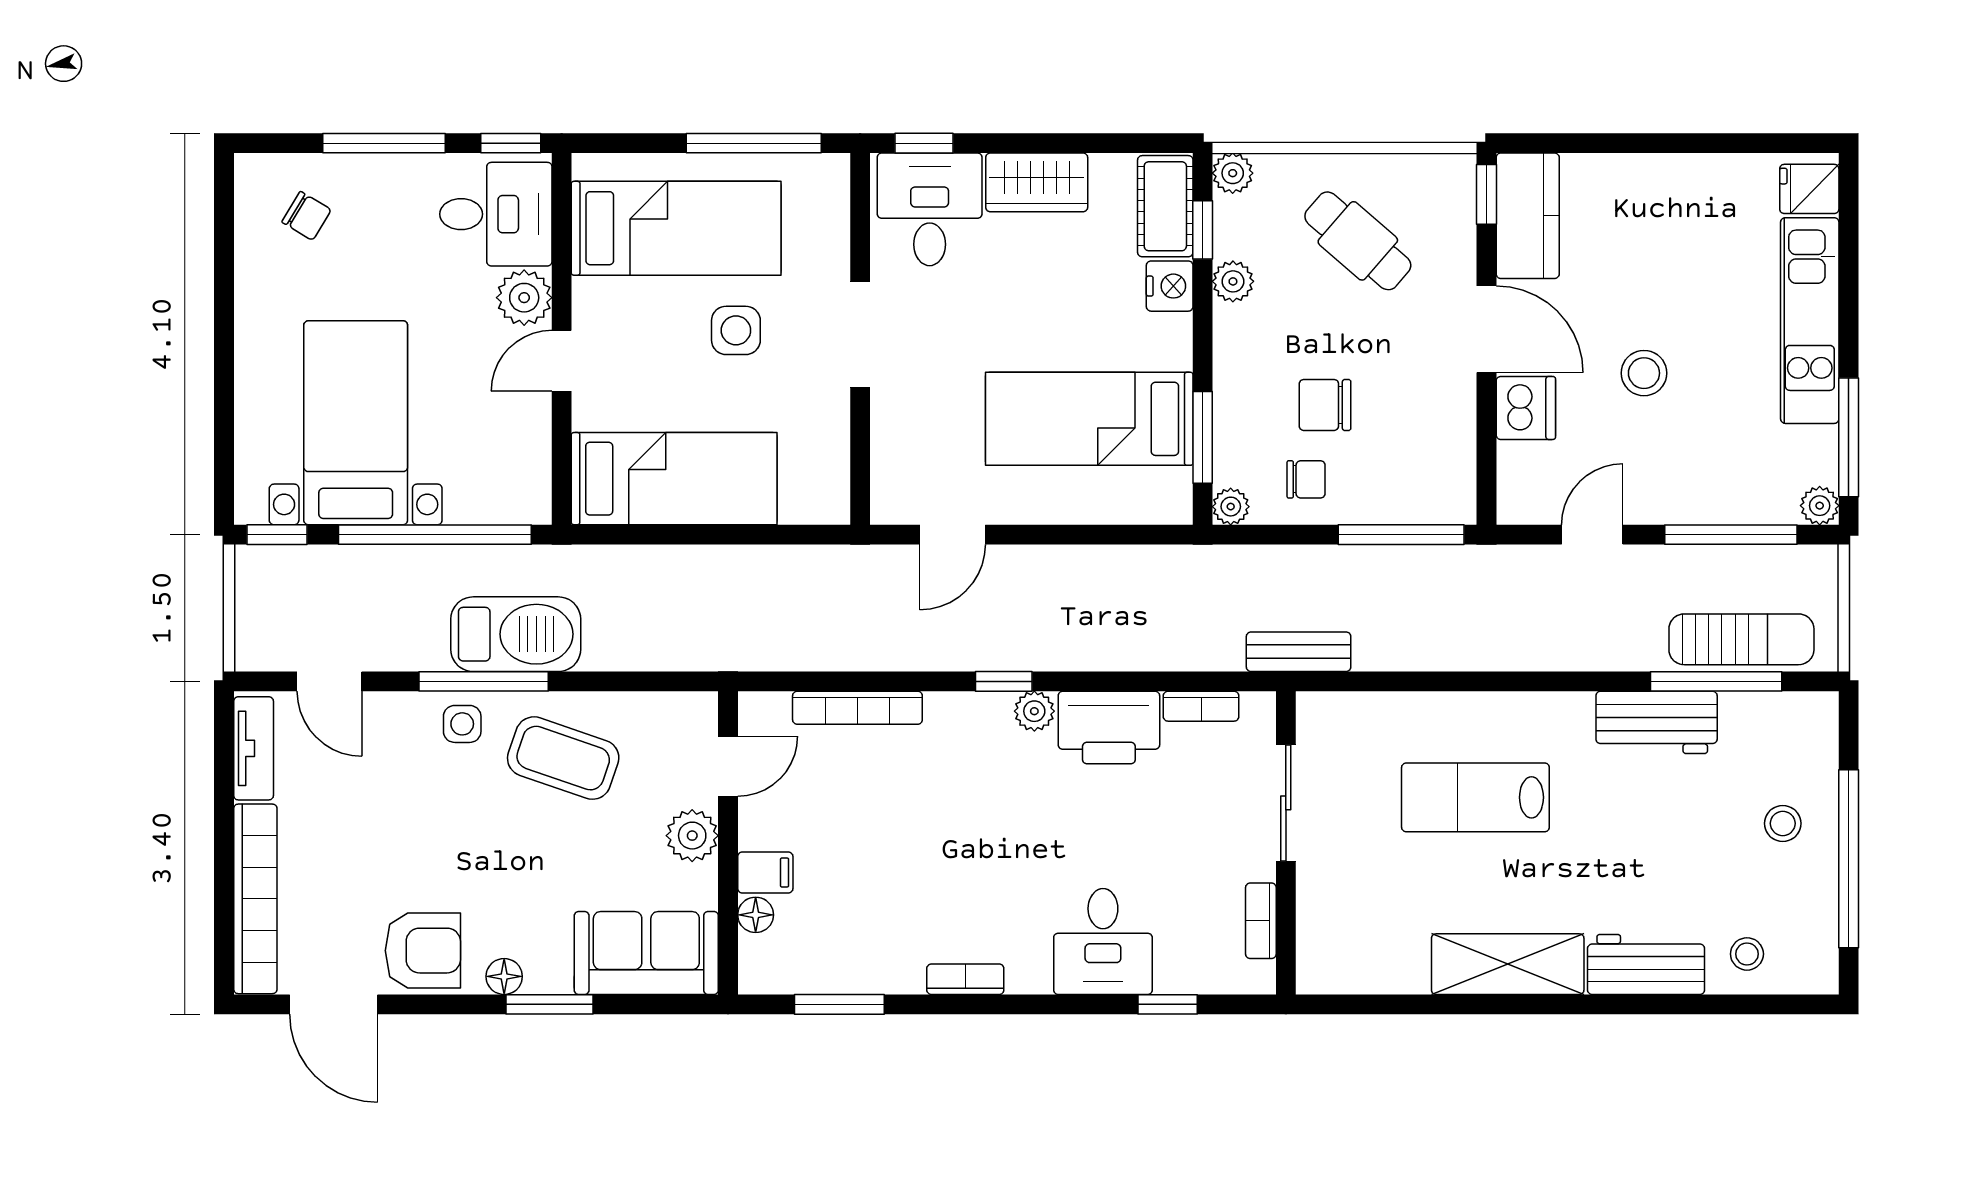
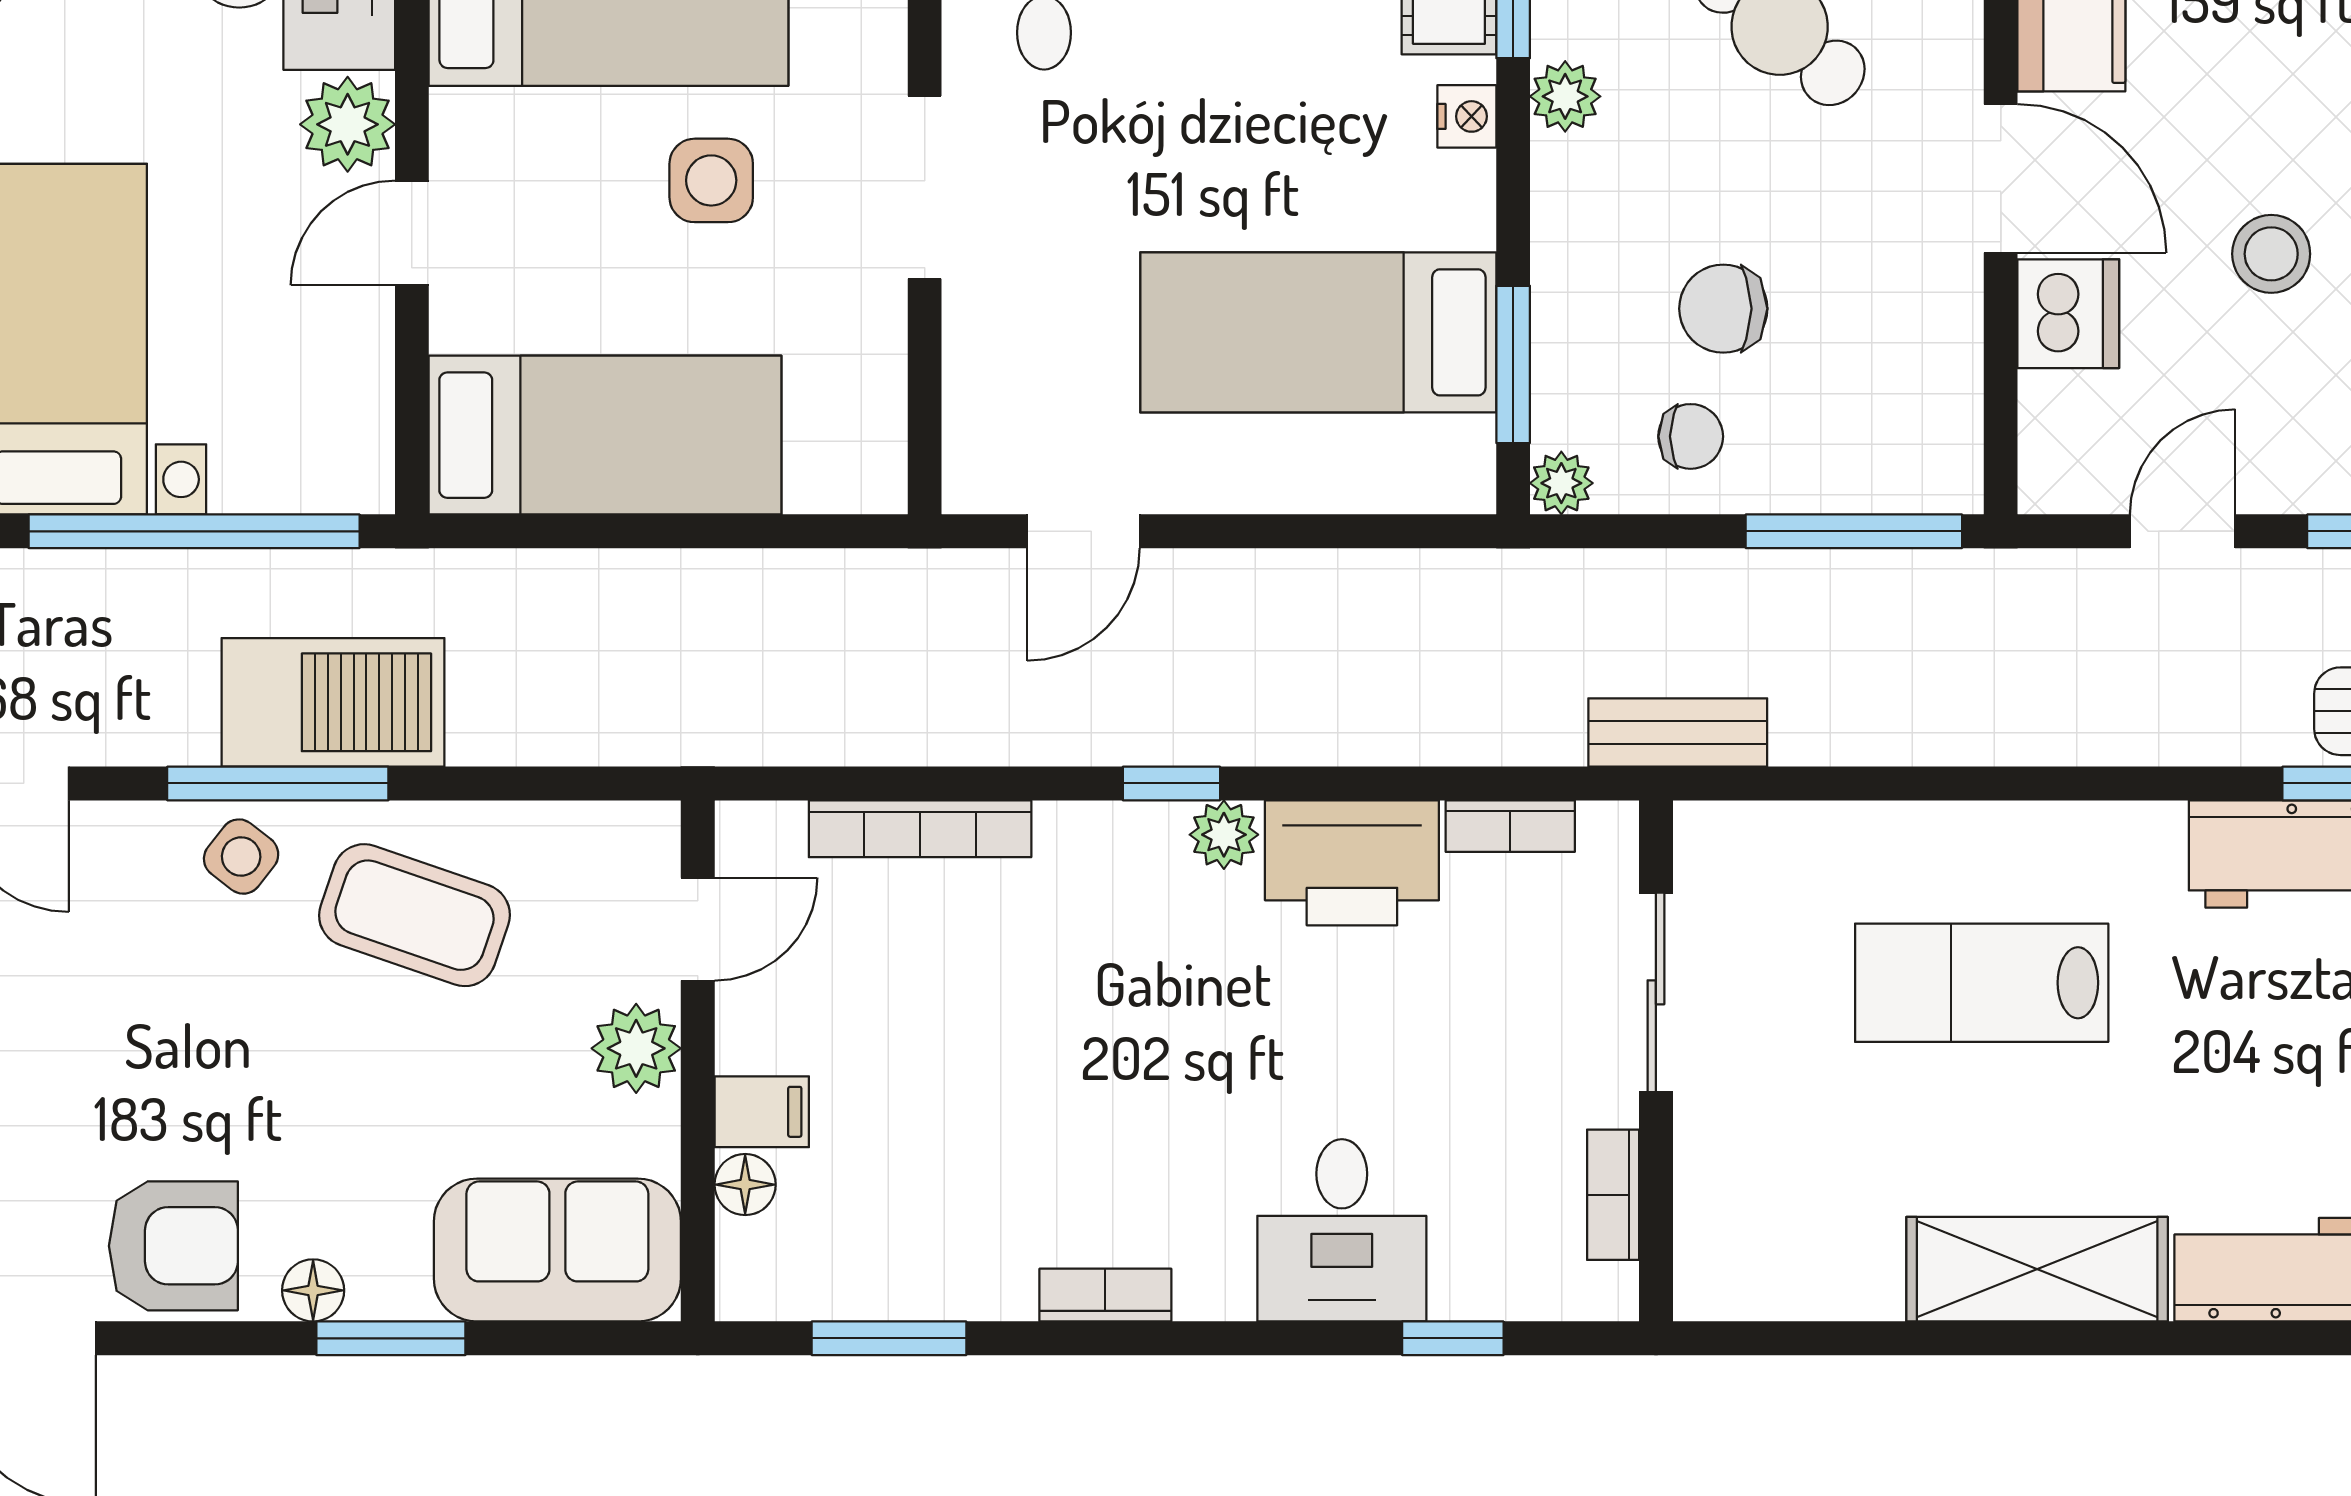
nightstand: (1170, 286) -> (1467, 116), width x0.72, depth x0.74
side table: (462, 724) -> (241, 857), turned 38

